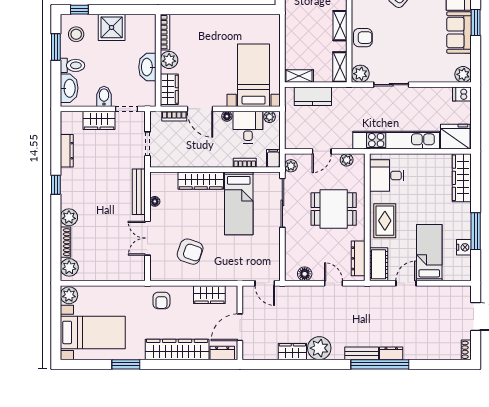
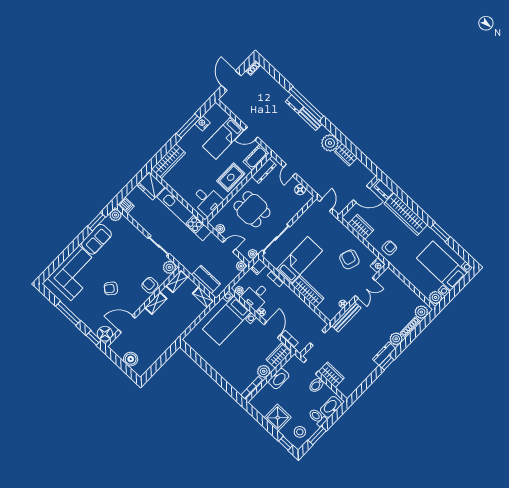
window: (476, 22) -> (96, 222), moved
plant: (291, 143) -> (241, 266), added
dresser: (67, 151) -> (384, 354), moved
nightstand: (157, 272) -> (377, 265), added

